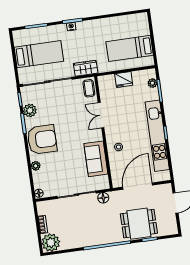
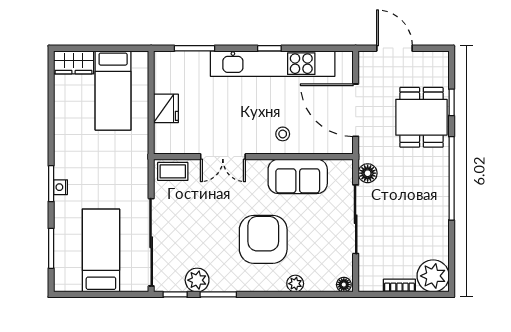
wardrobe: (86, 68) -> (74, 62), moved, turned -90
plant: (152, 83) -> (179, 59), removed
armchair: (42, 139) -> (263, 239), moved

